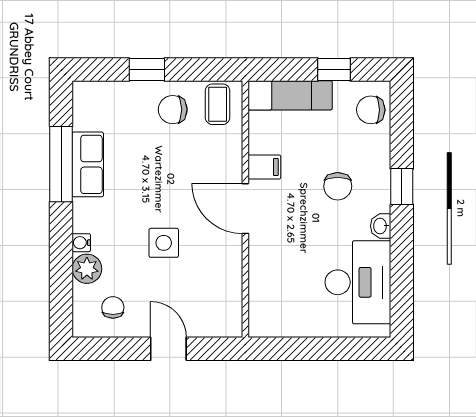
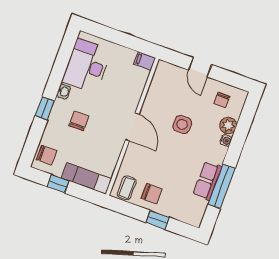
filing cabinet: (264, 167) -> (145, 61), moved

